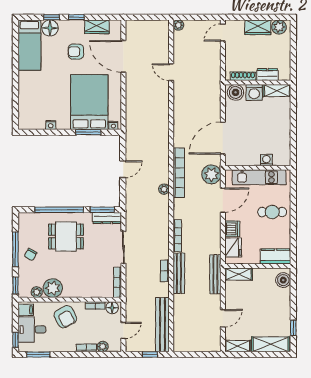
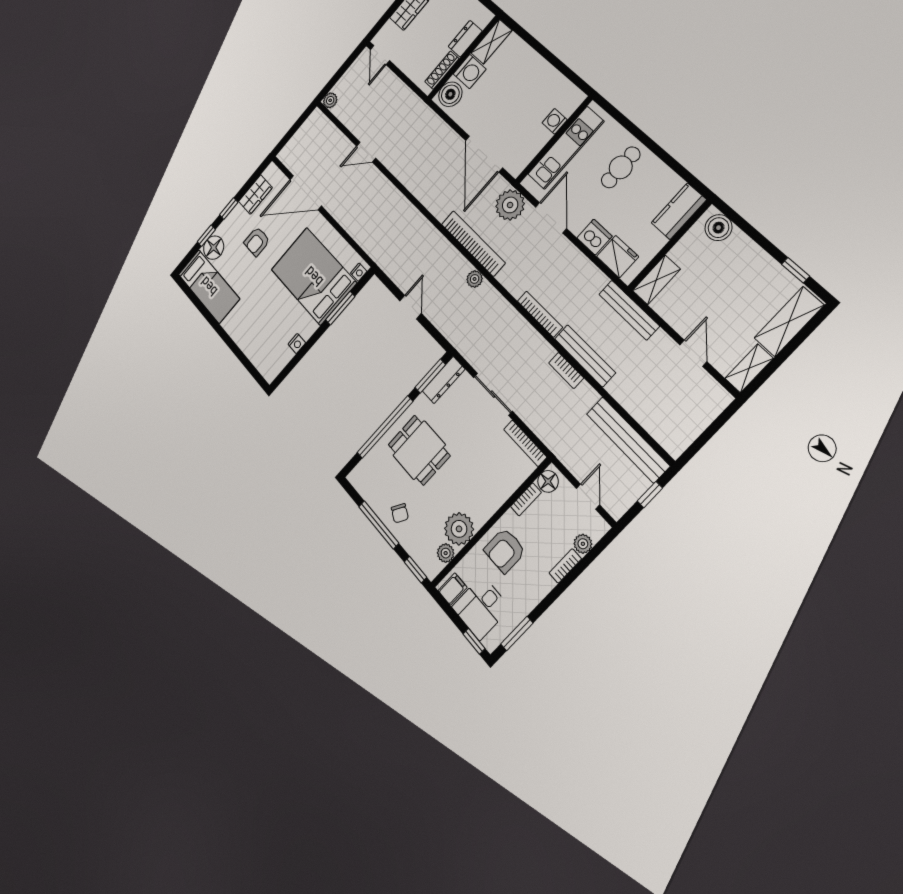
dining table: (66, 236) -> (419, 450), turned 90
armchair: (65, 317) -> (505, 550), turned 118

